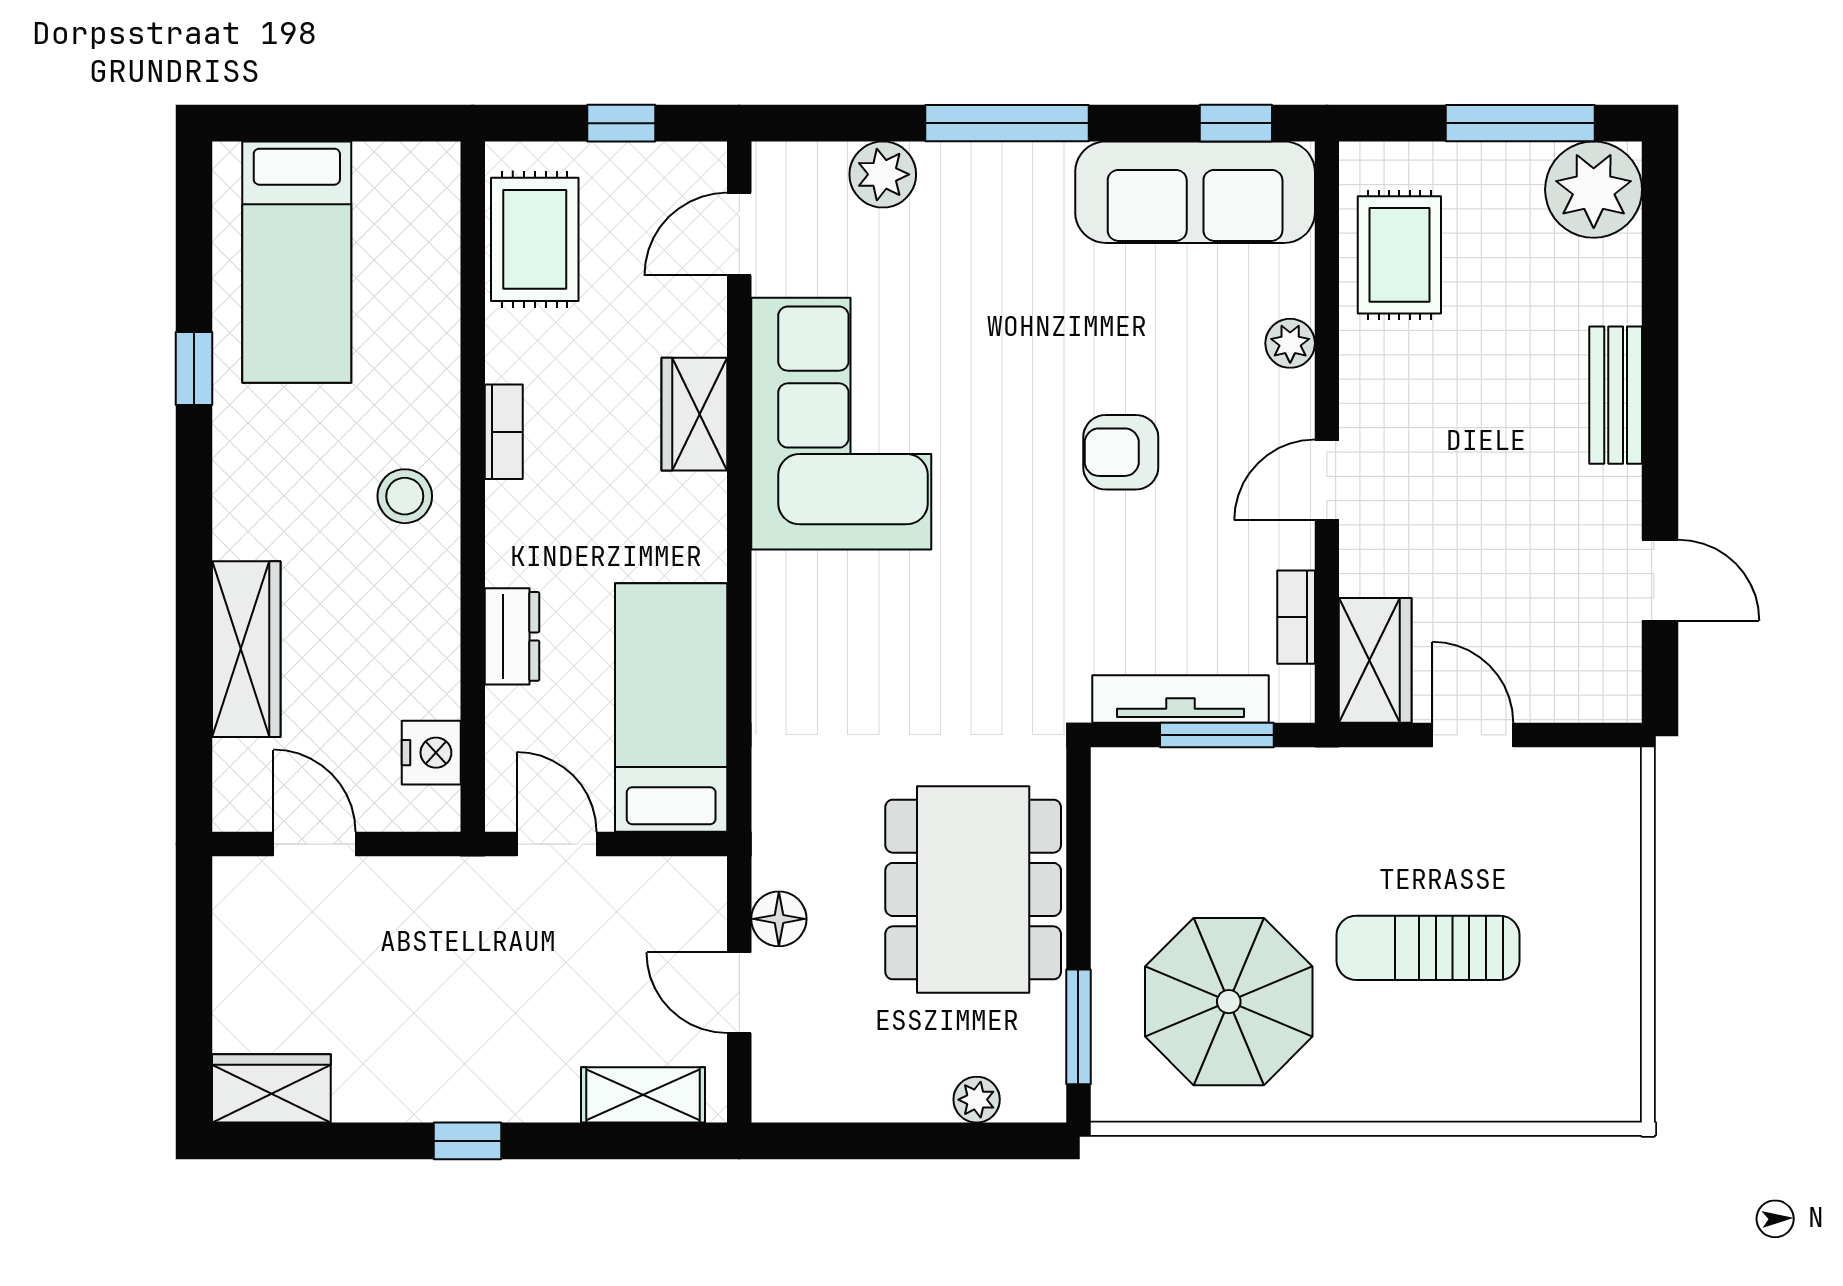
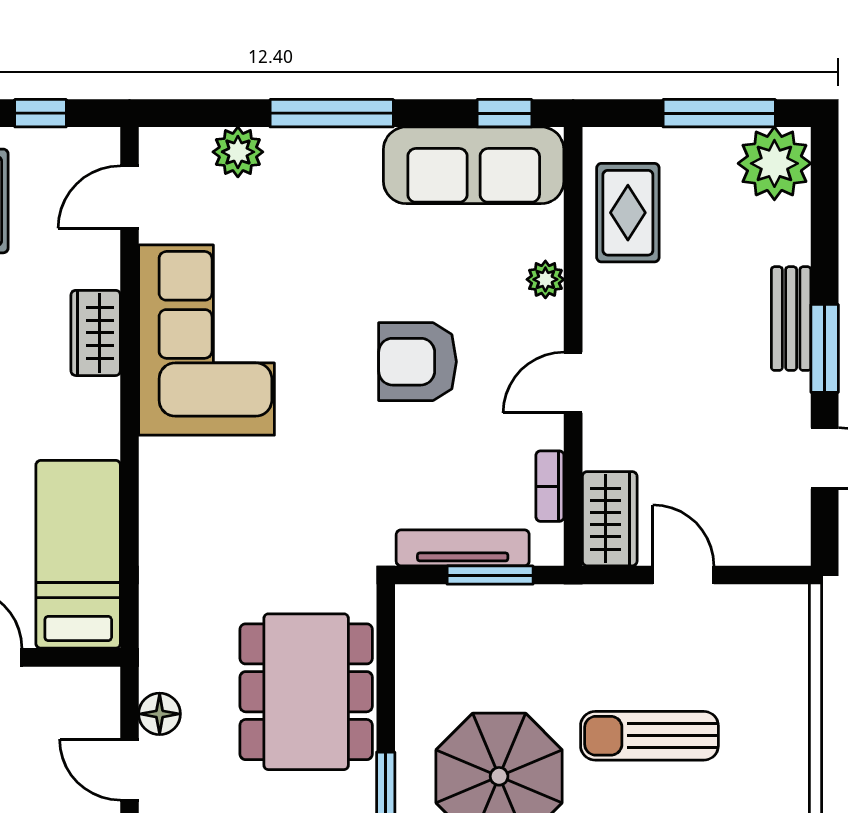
window: (1660, 435) -> (825, 348), added
armchair: (1121, 452) -> (418, 362), width x1.38, depth x1.38

